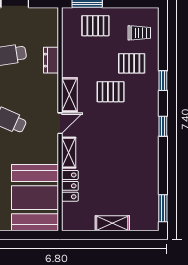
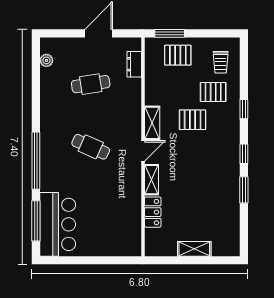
trolley: (139, 33) -> (221, 62), turned 90
dresser: (51, 60) -> (134, 64), moved
booth: (35, 198) -> (119, 224), removed
window: (163, 208) -> (244, 190), moved

